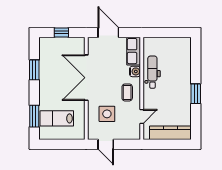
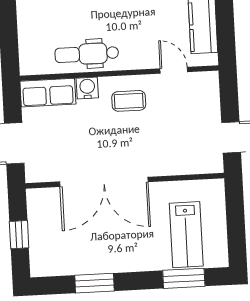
side table: (107, 114) -> (172, 138), removed

